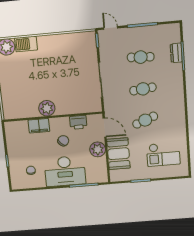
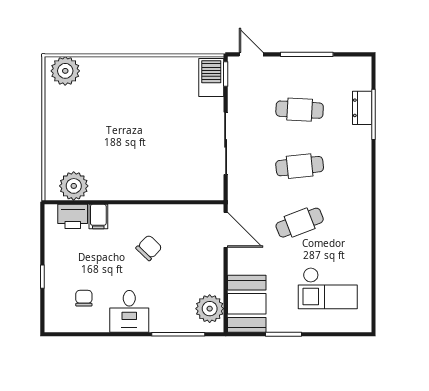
barbecue: (26, 44) -> (211, 77), moved, turned 90
plant: (47, 108) -> (74, 186), moved
printer: (78, 122) -> (73, 216), moved
filing cabinet: (39, 126) -> (98, 217), width x0.50
plant: (98, 149) -> (210, 309), moved
booth: (118, 154) -> (247, 304), moved
desk: (65, 171) -> (129, 311), width x0.53, depth x0.77

